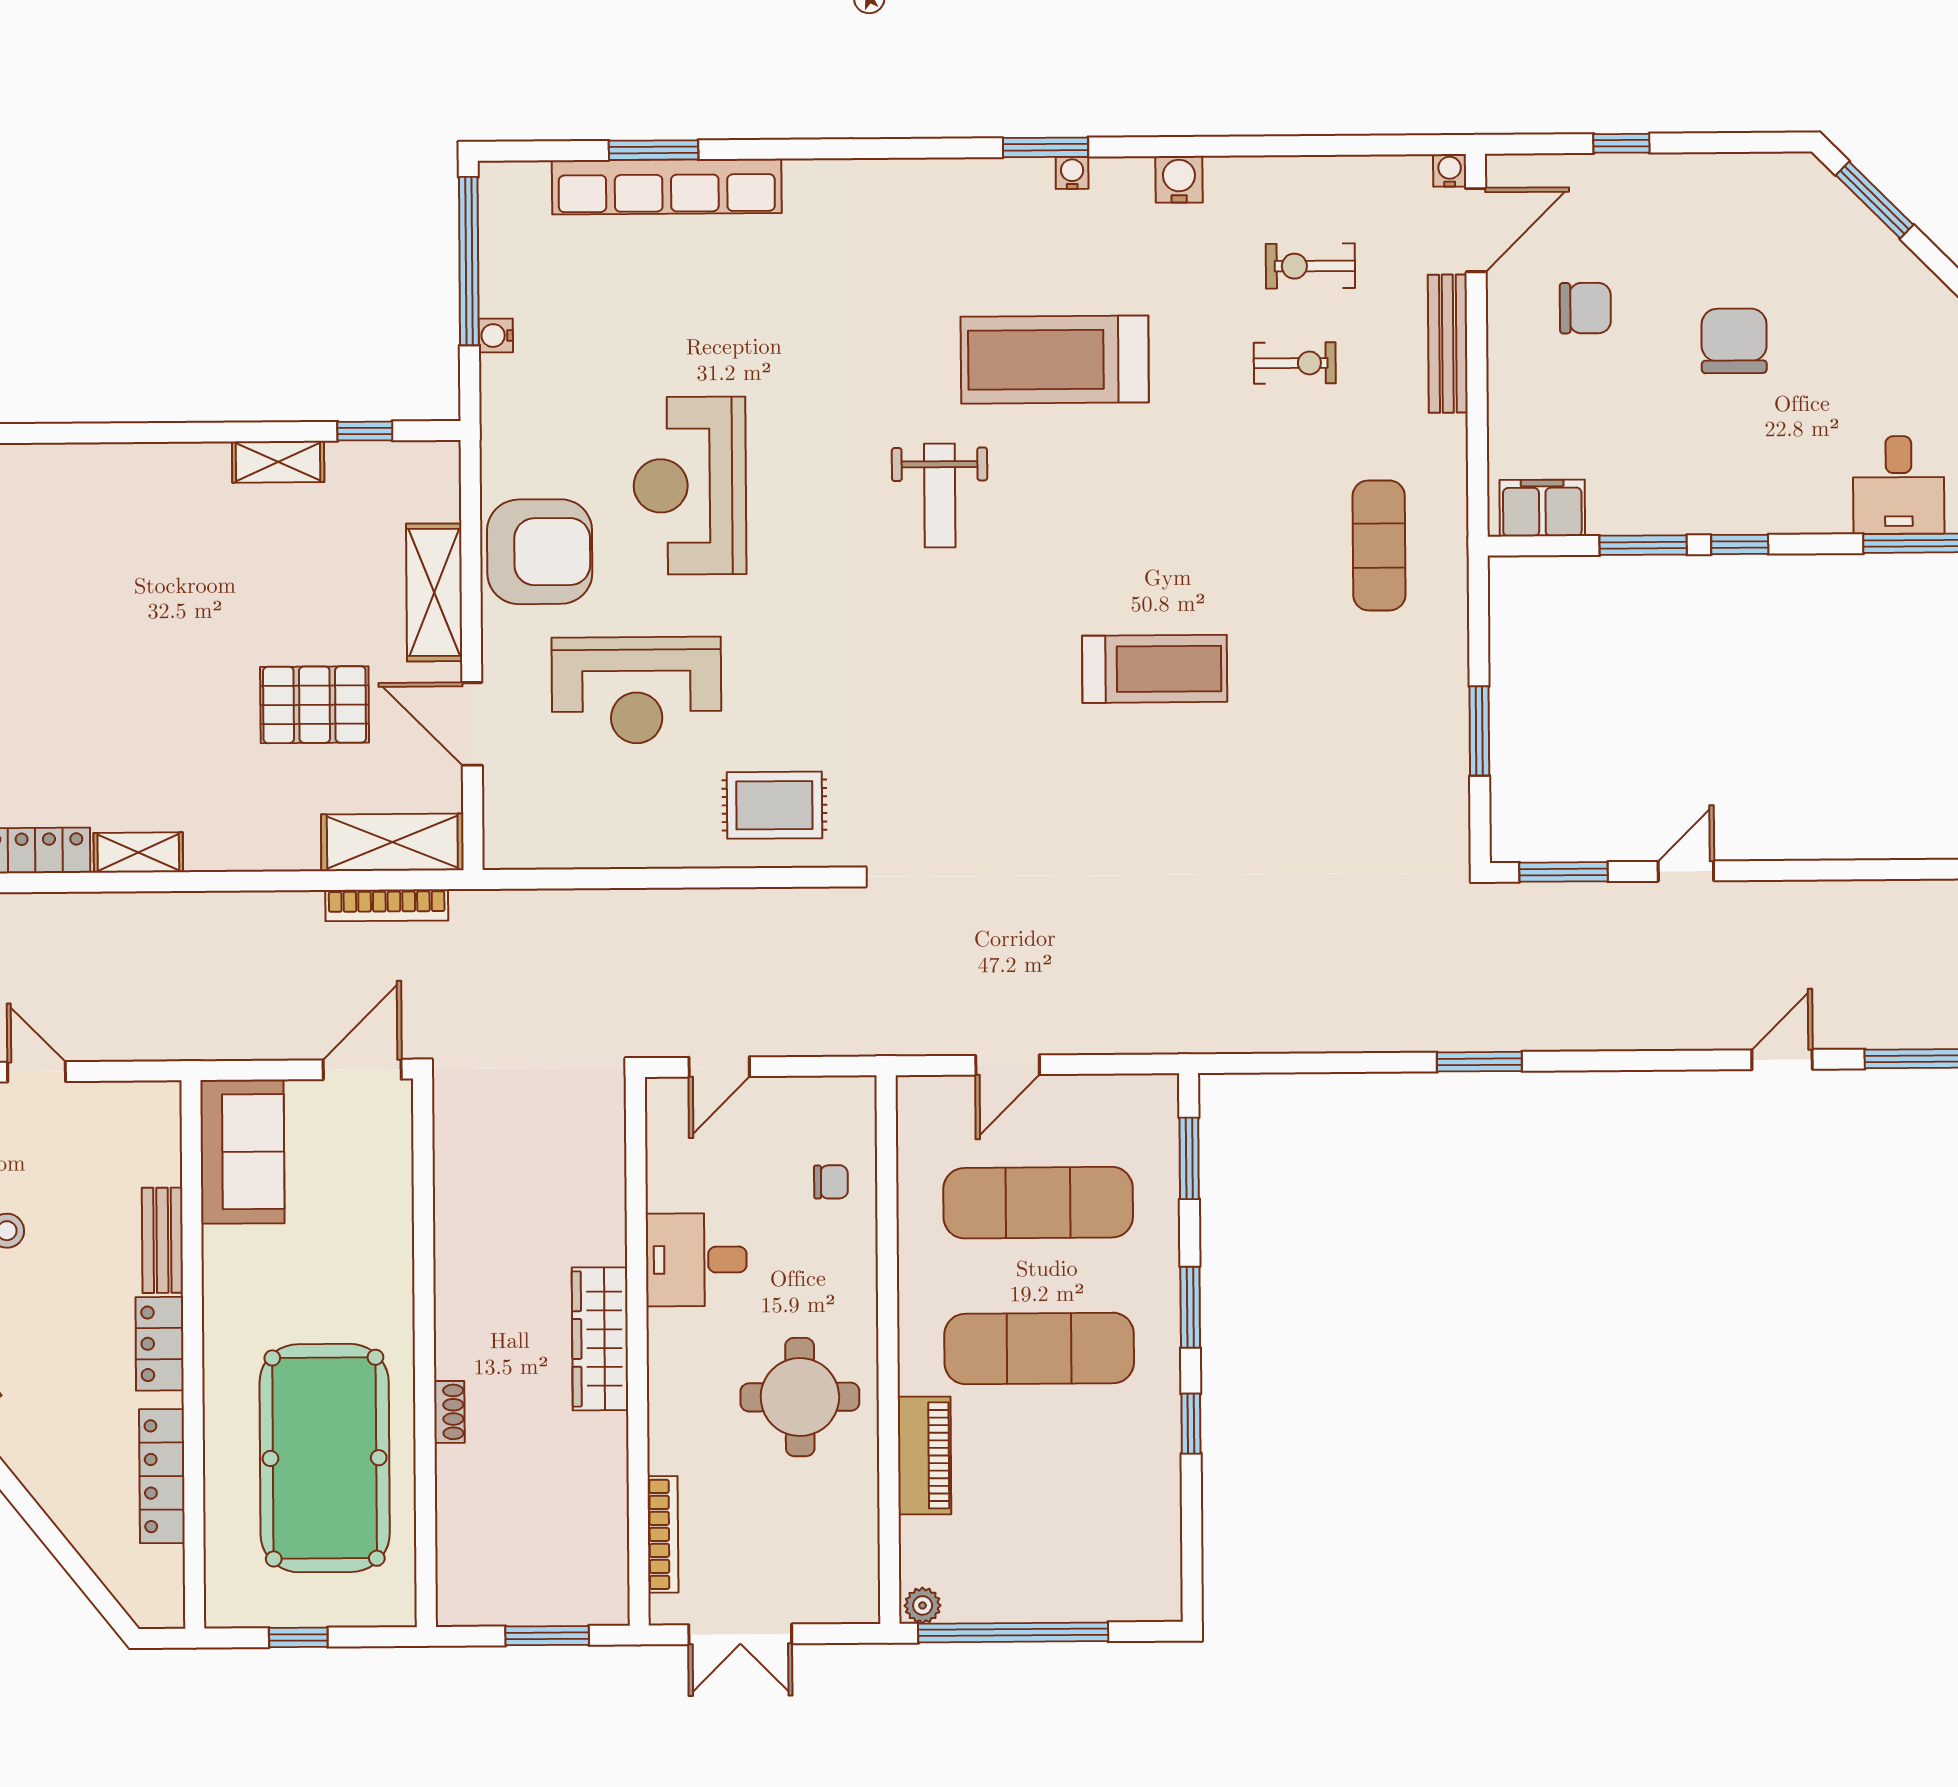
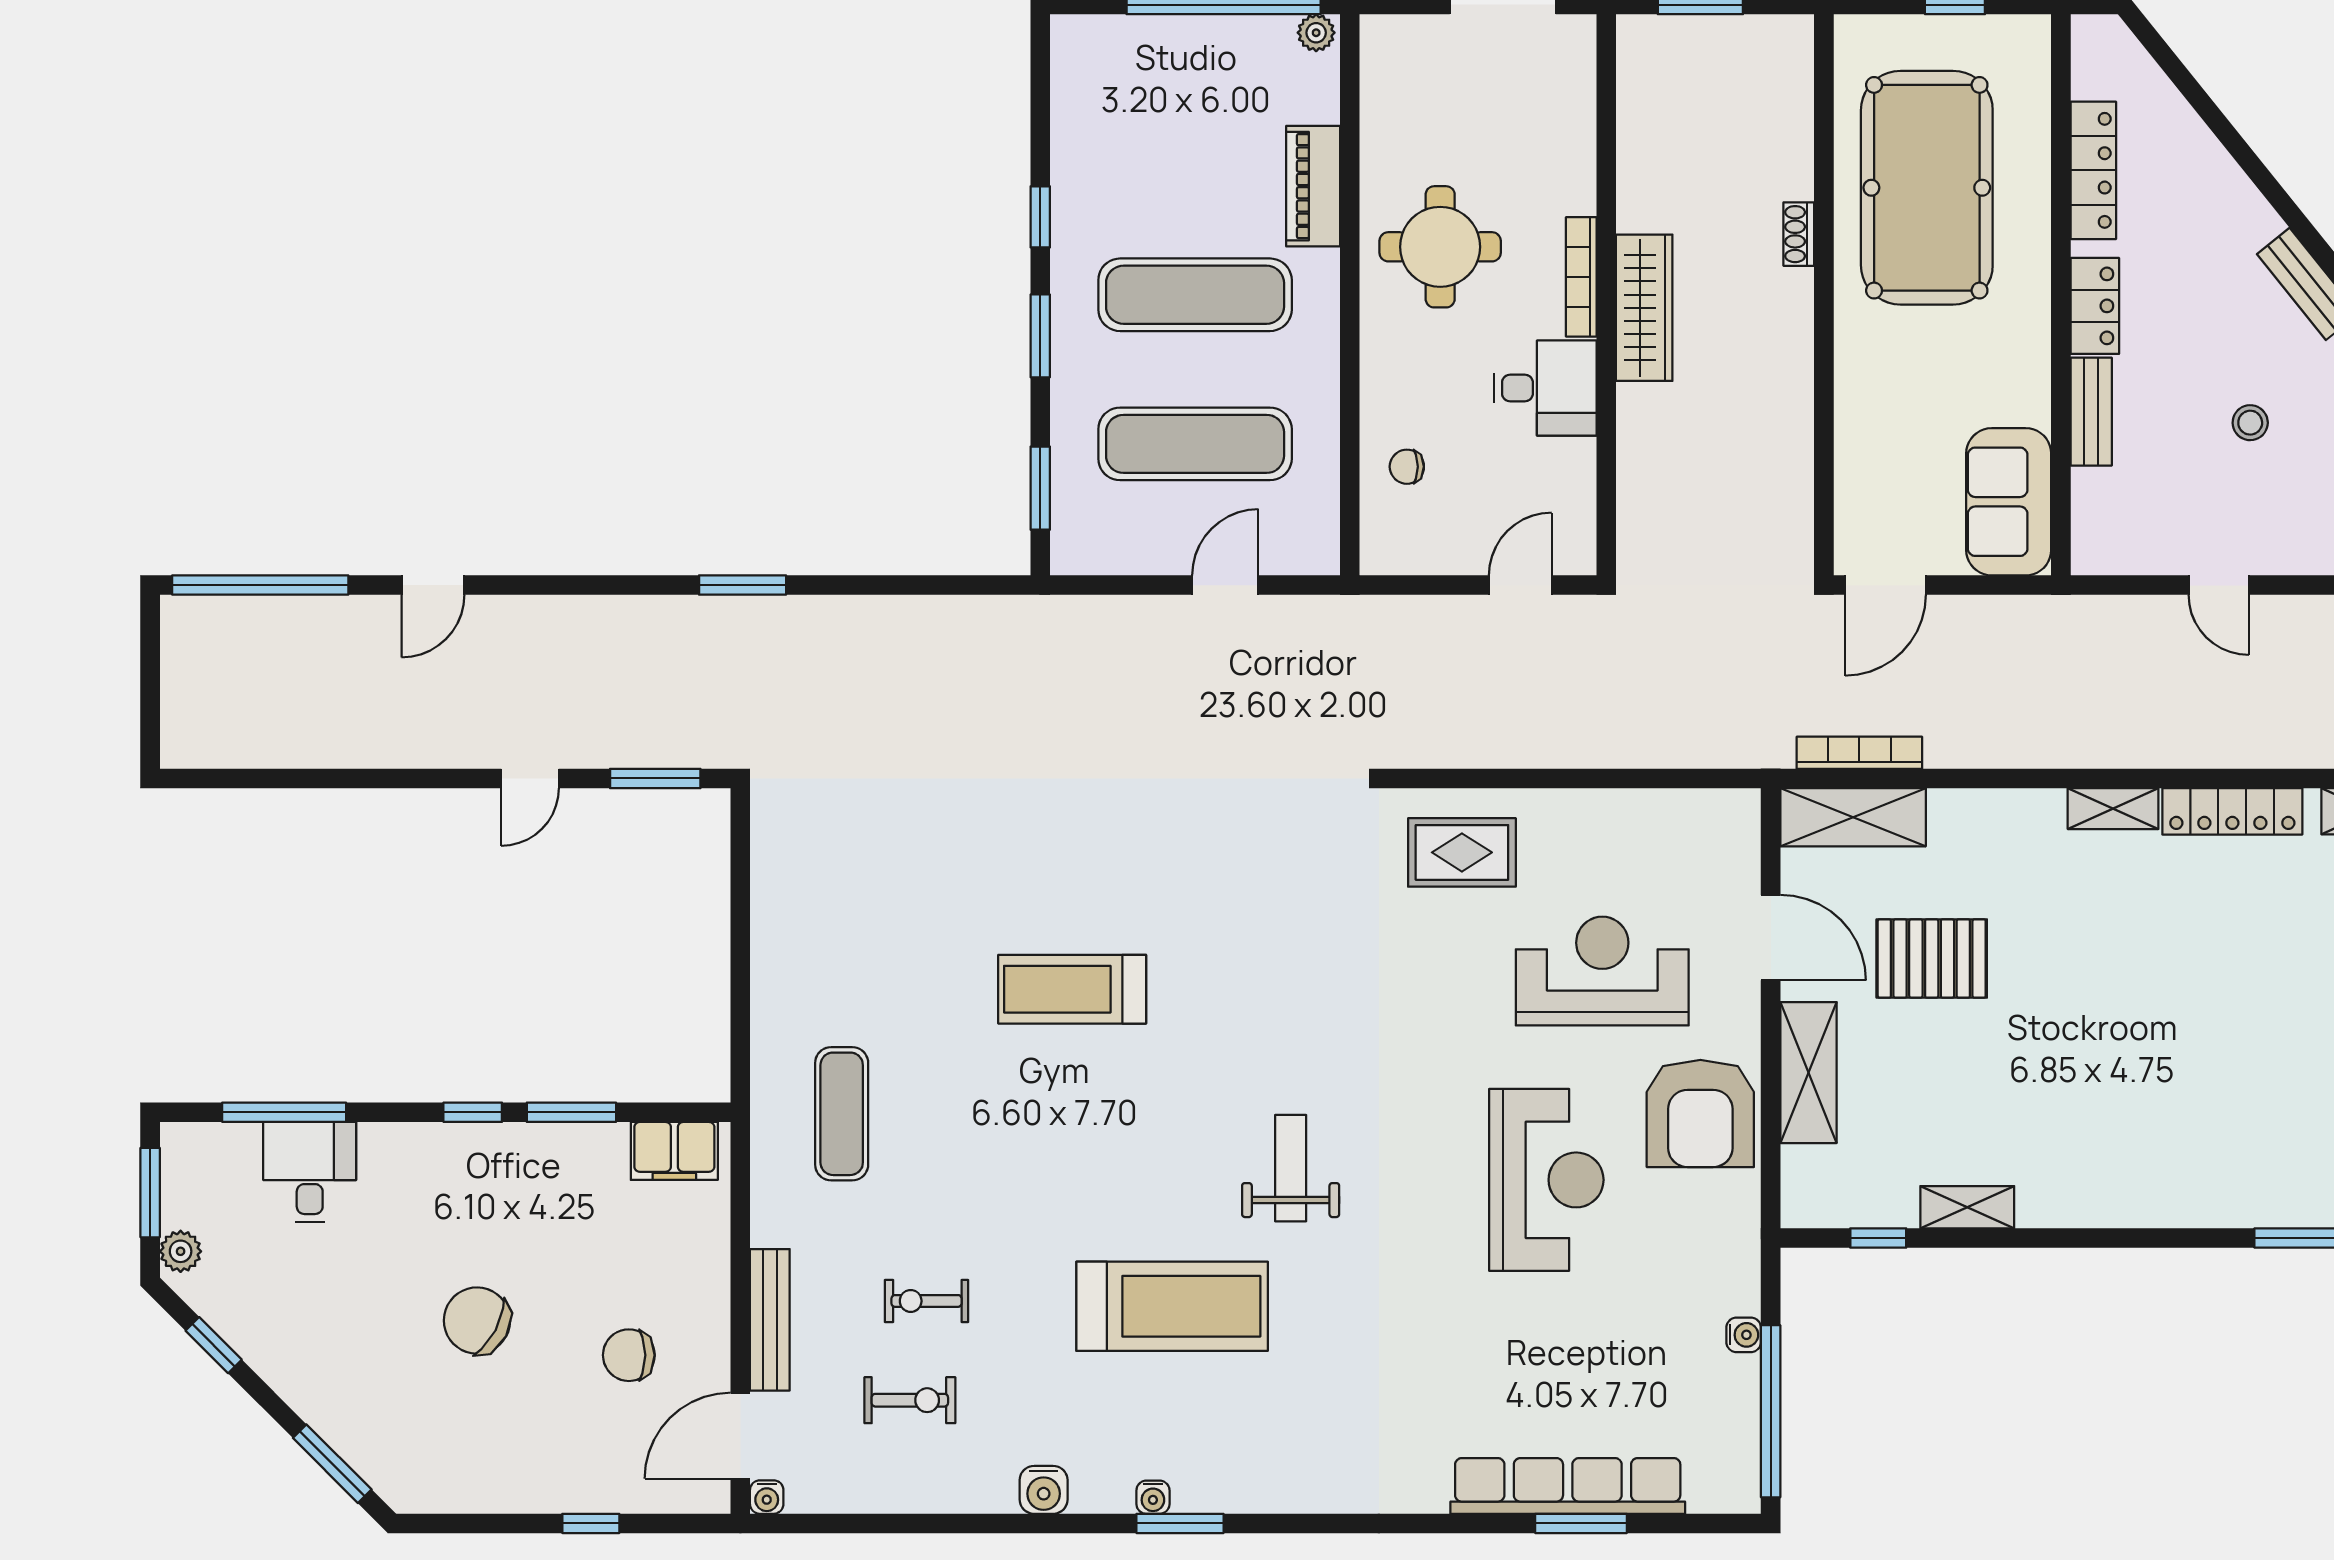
chair: (1734, 341) -> (477, 1321), turned 118
armchair: (540, 552) -> (1700, 1113), turned -90
window: (1479, 731) -> (740, 923), removed
bookcase: (663, 1534) -> (1581, 277), moved

